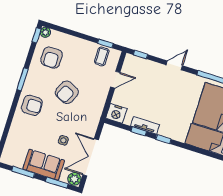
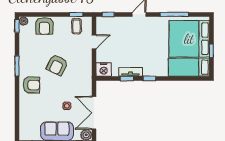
armchair: (52, 58) -> (44, 26), moved

